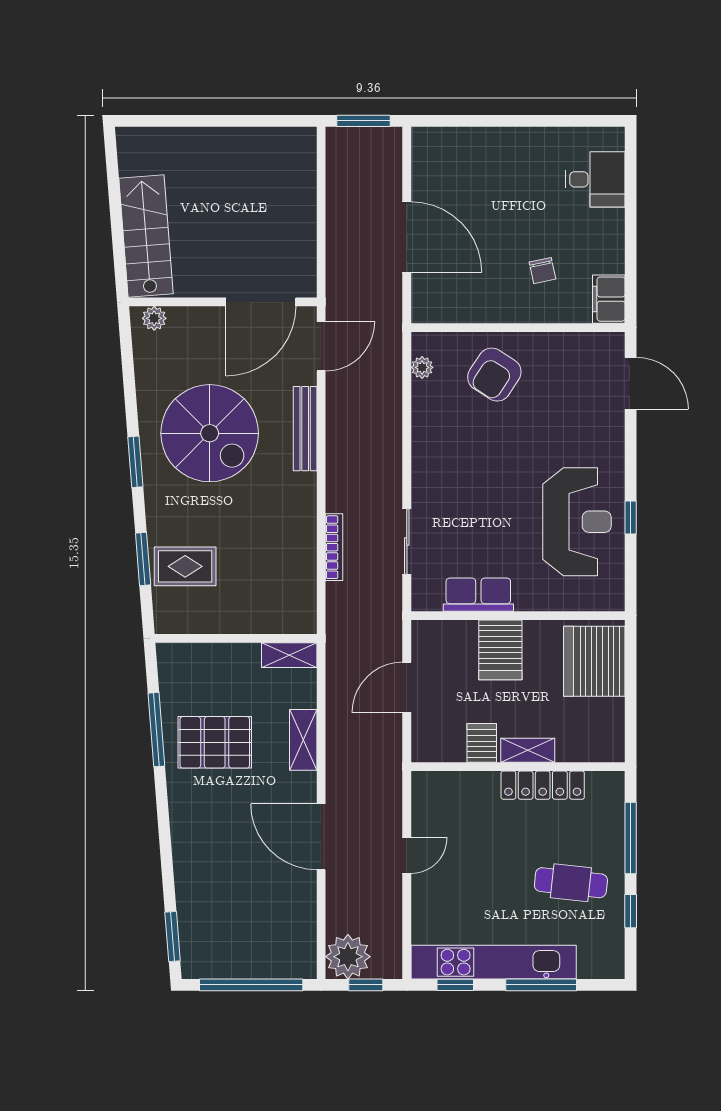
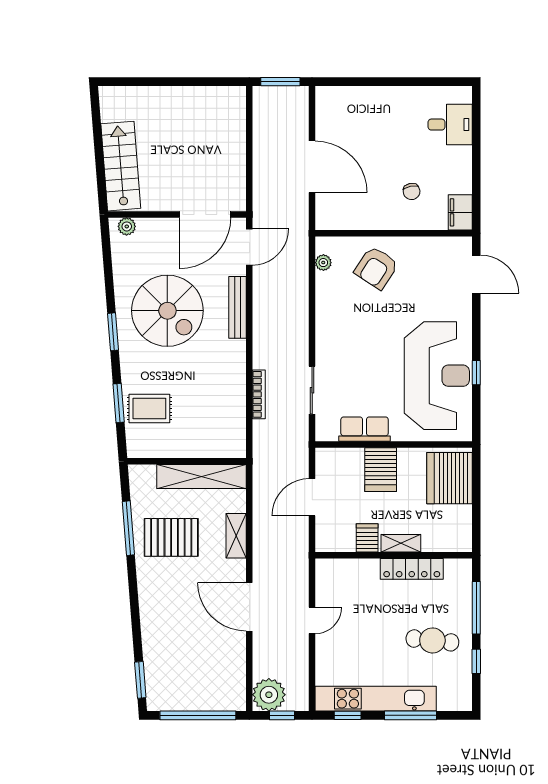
reception desk: (577, 522) -> (437, 376), width x1.36, depth x1.30
shelving: (289, 655) -> (202, 477), width x2.20, depth x1.33

